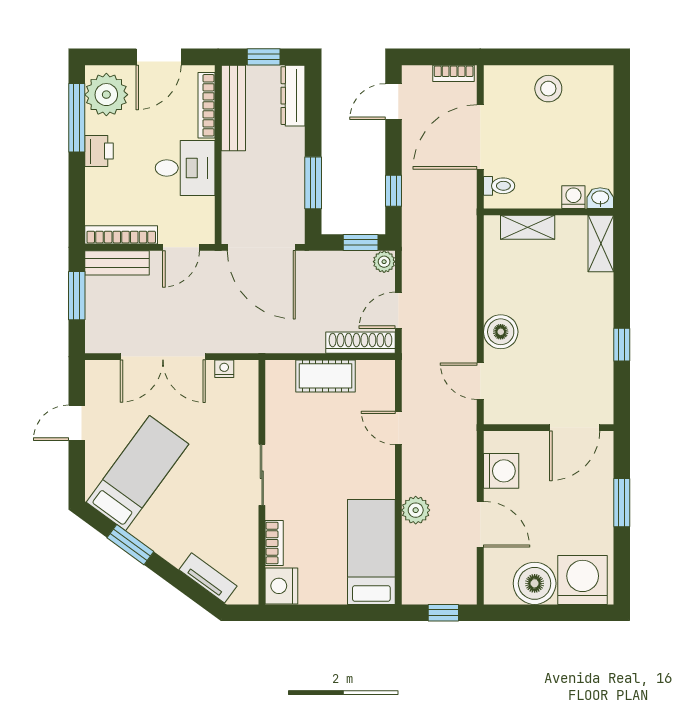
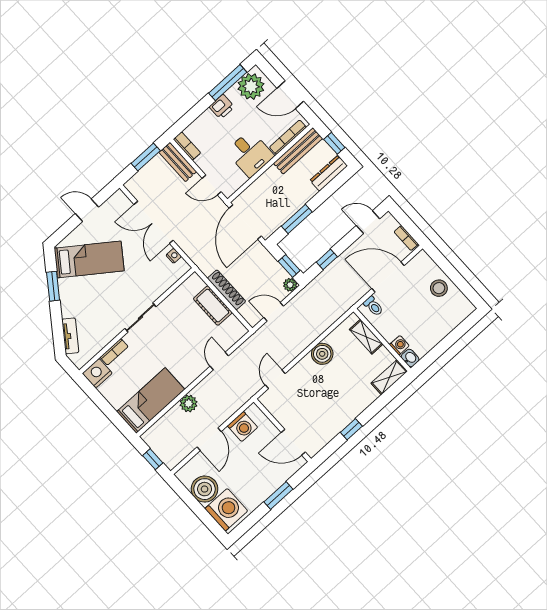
bookcase: (121, 235) -> (187, 146), width x0.64
boiler: (501, 332) -> (322, 354), moved
shoe rack: (360, 343) -> (226, 290), moved

